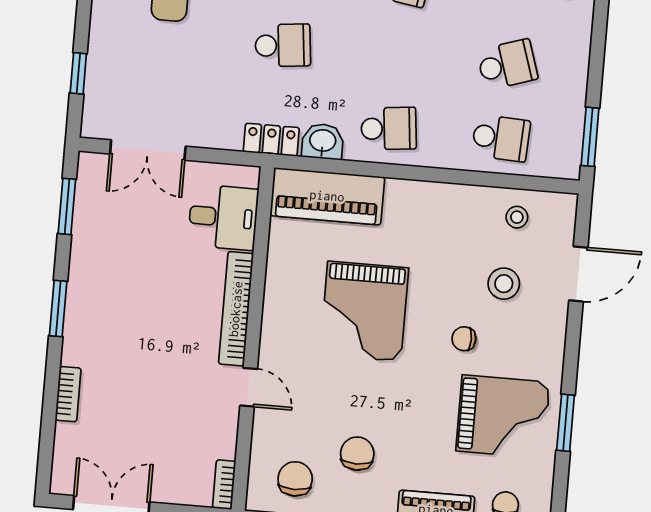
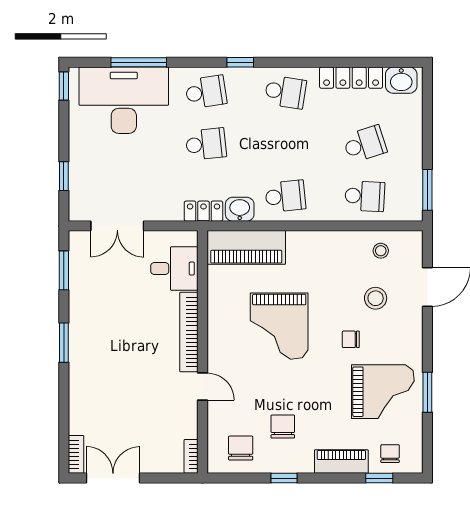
bookcase: (68, 394) -> (76, 454), moved

